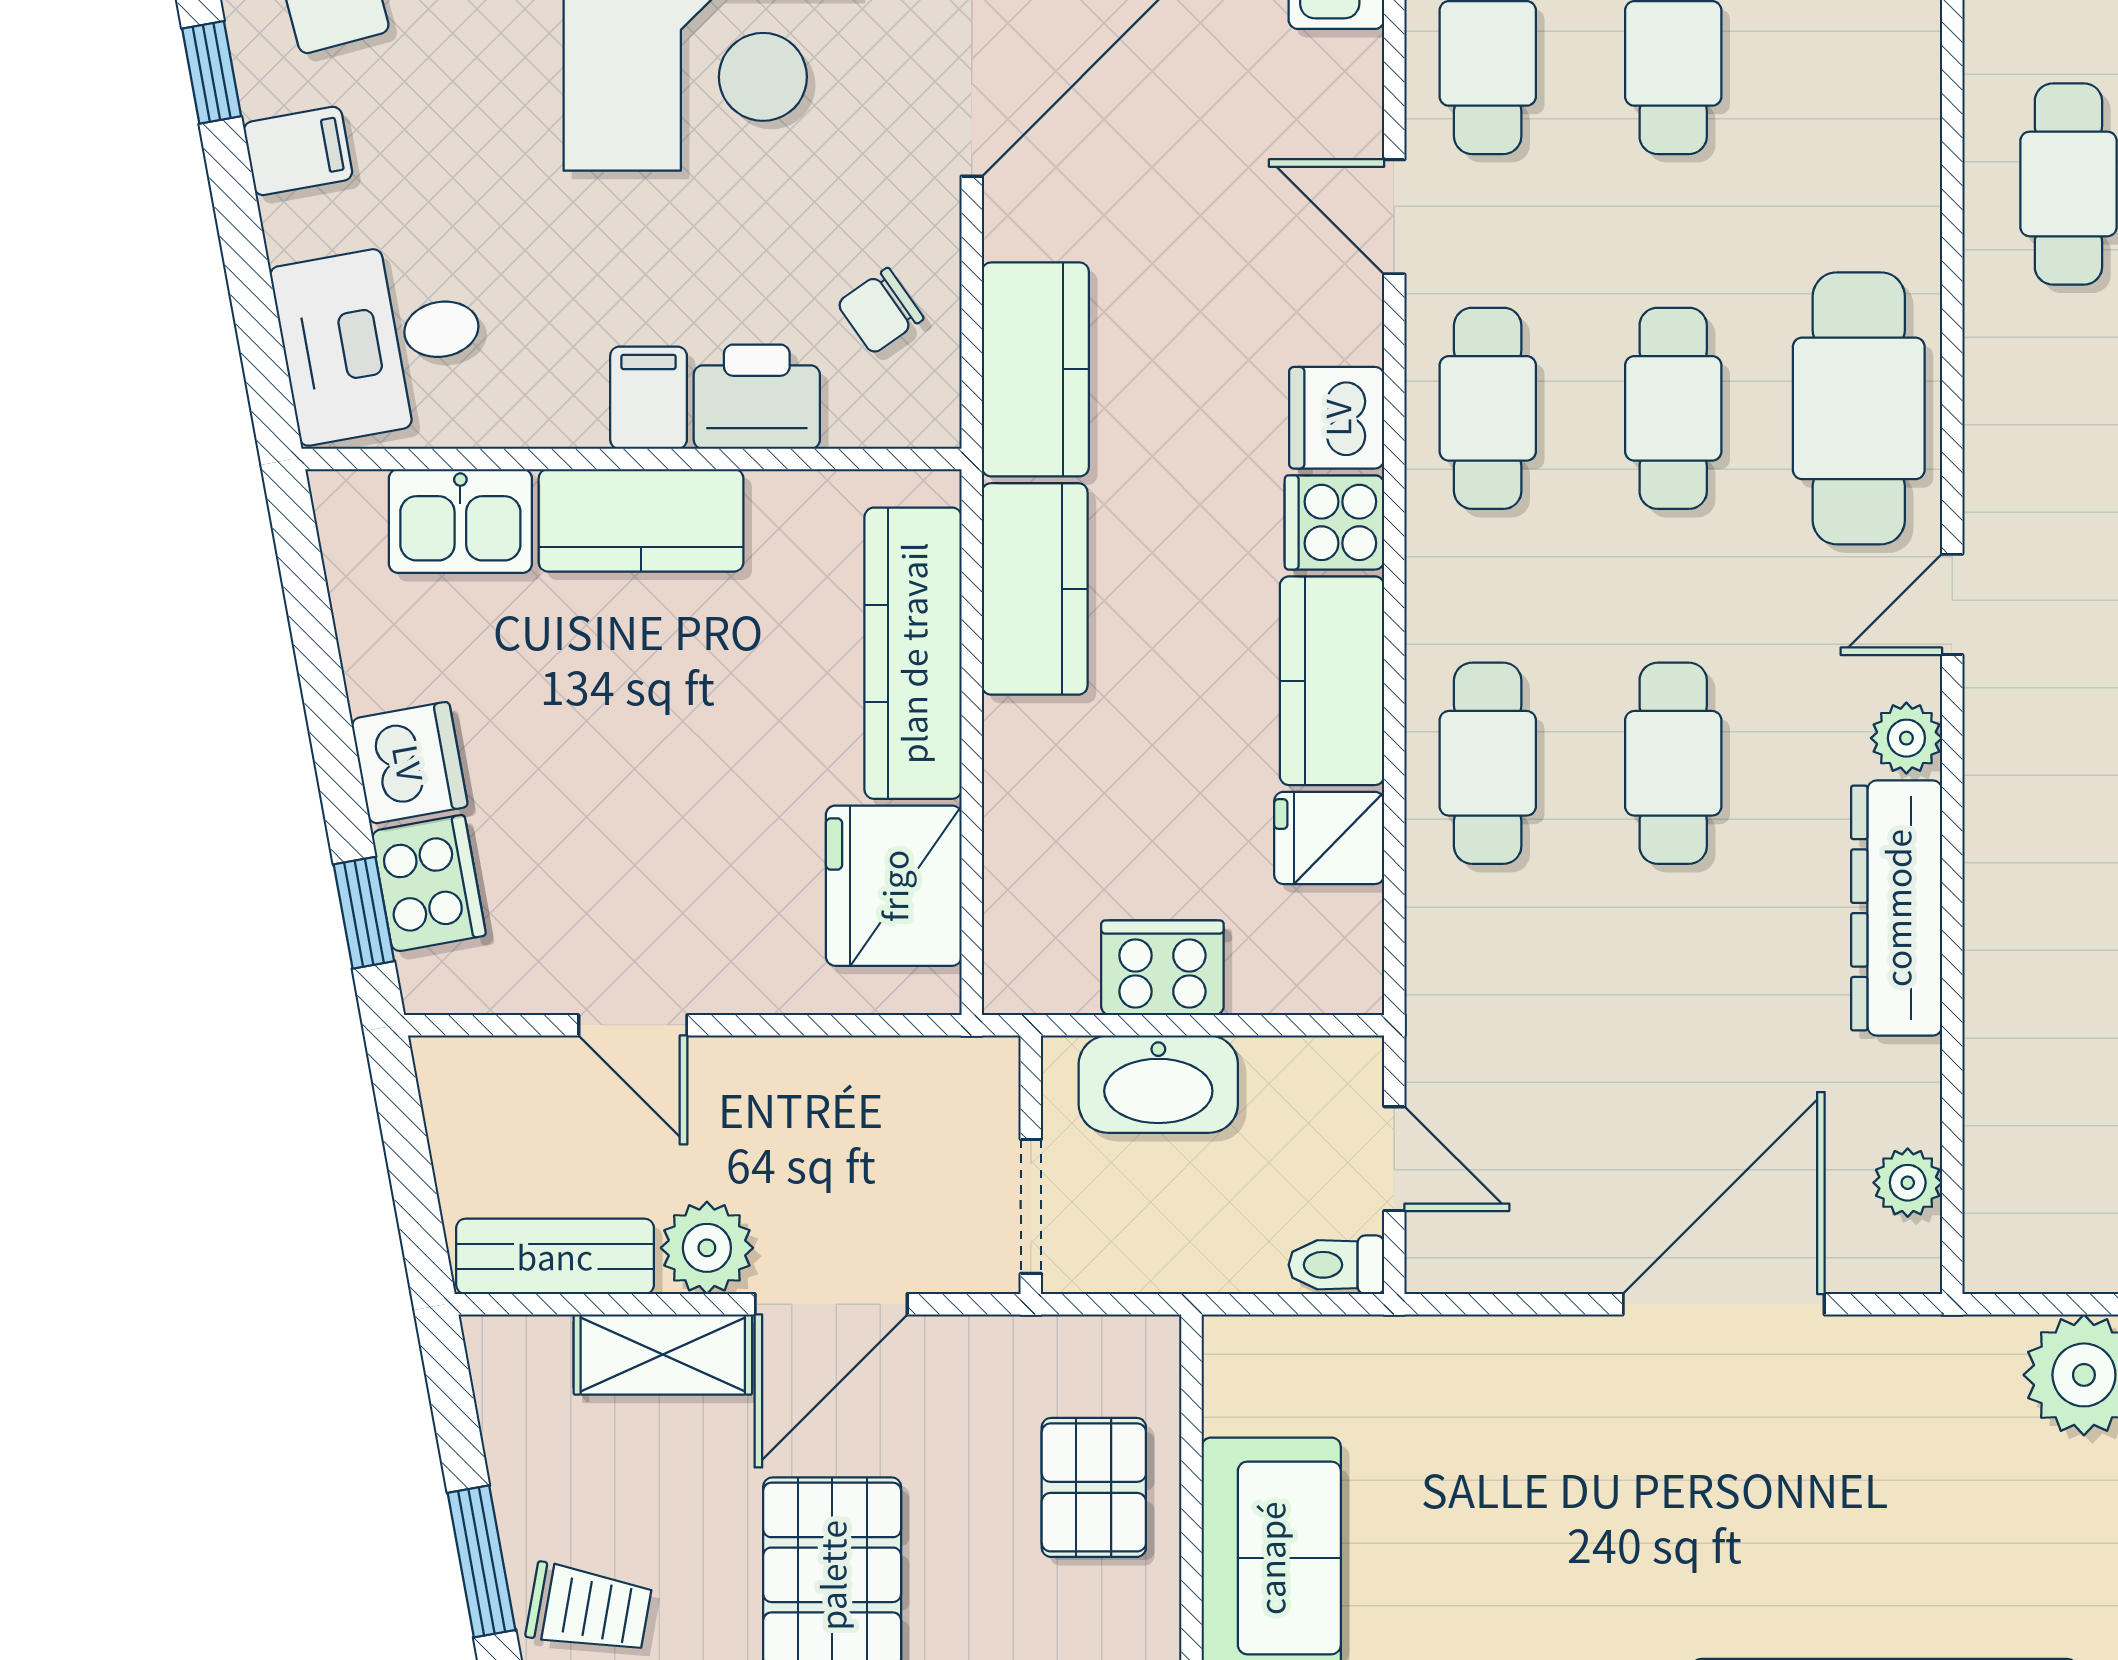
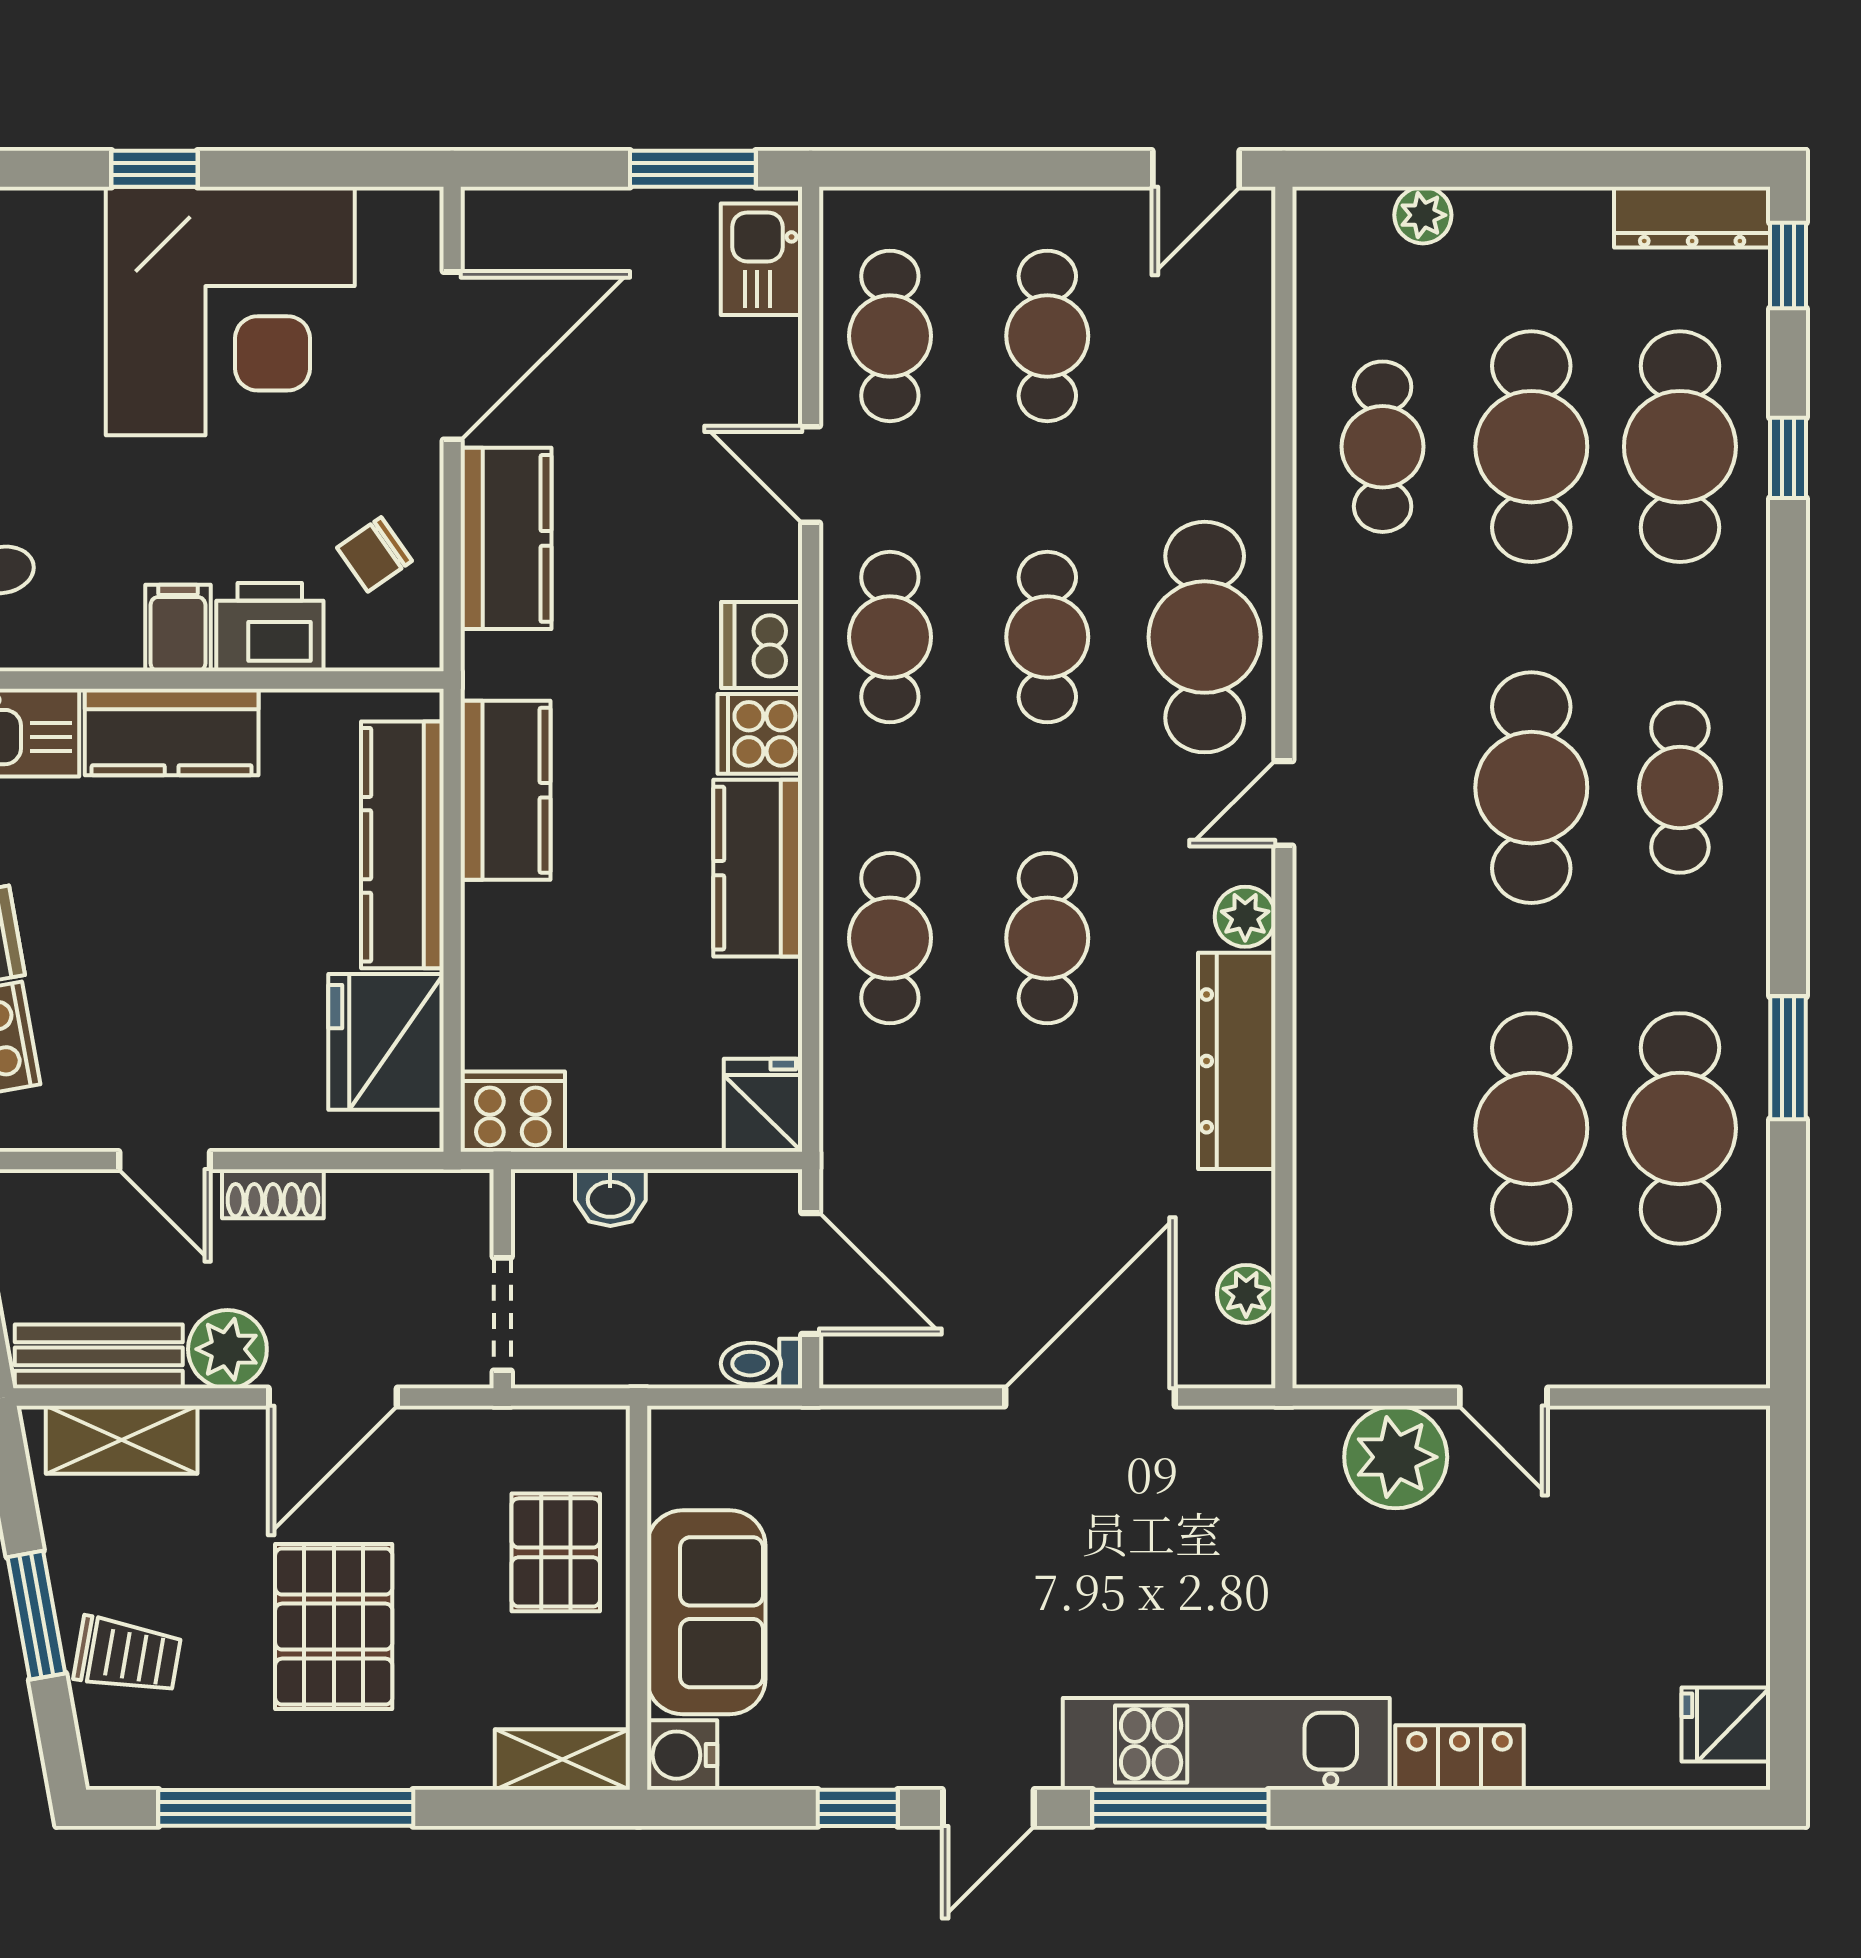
kitchen counter: (1035, 369) -> (506, 538), moved
fridge: (1329, 838) -> (763, 1105), moved, turned 90
cooker: (1162, 968) -> (513, 1112), moved
shoe rack: (761, 1065) -> (273, 1194), added
washbasin: (1158, 1084) -> (610, 1198), width x0.52, depth x0.69
door: (1394, 1159) -> (811, 1274), width x1.38
shelving: (663, 1355) -> (122, 1440), moved

